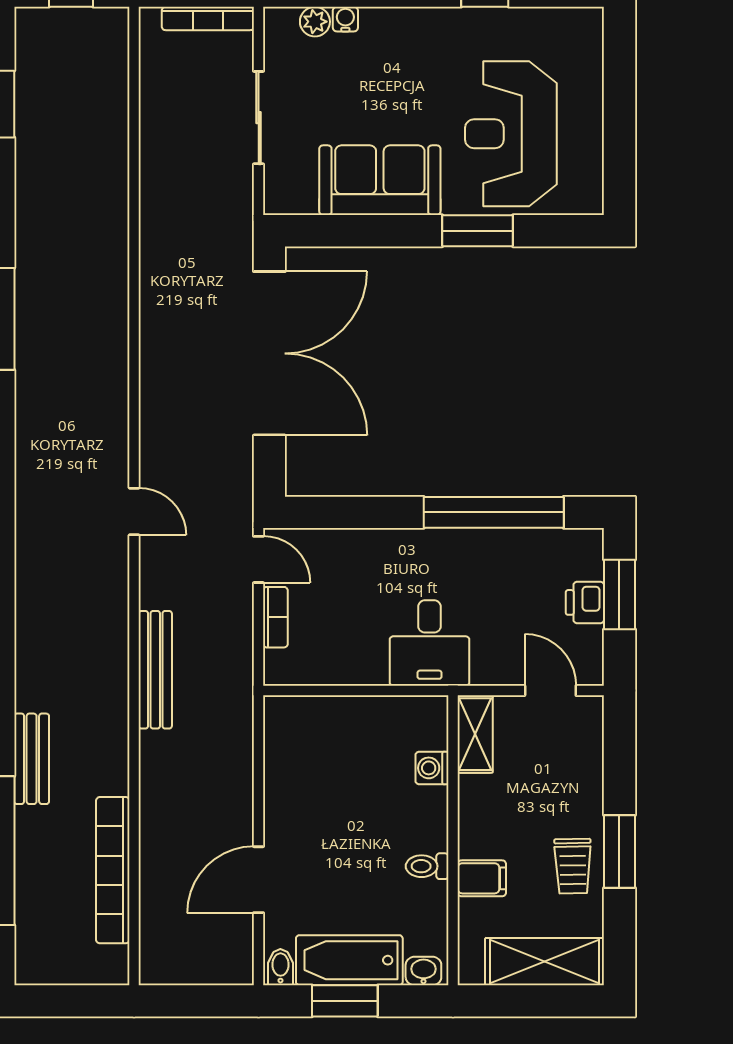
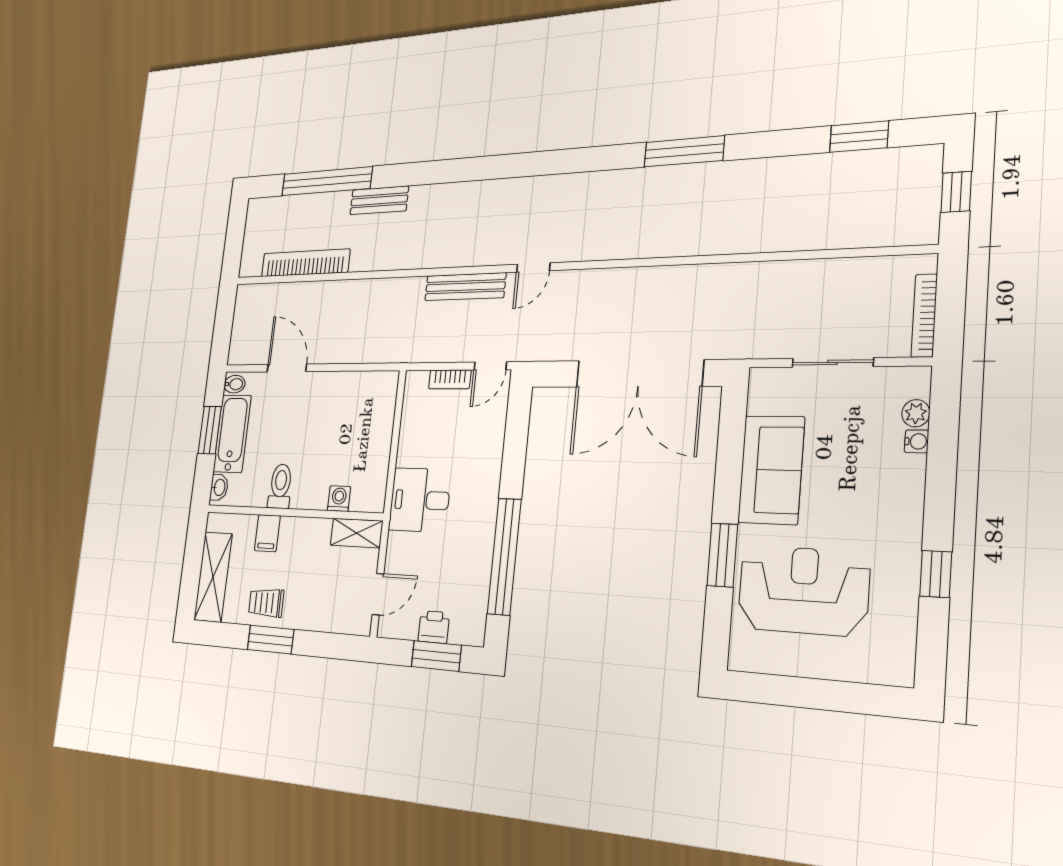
bench: (155, 670) -> (465, 287), moved
toilet: (427, 866) -> (280, 486), width x1.37, depth x1.39

